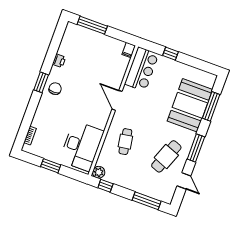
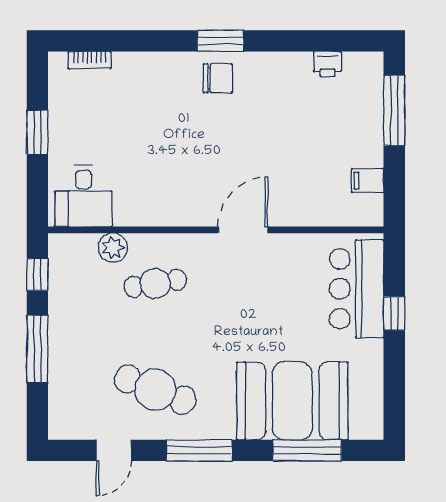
filing cabinet: (129, 50) -> (368, 181), moved
printer: (59, 61) -> (327, 64), moved
bar counter: (142, 69) -> (357, 289), moved, turned 90
desk: (82, 146) -> (83, 196), width x0.53, depth x0.77
plant: (99, 172) -> (113, 248), moved
window: (147, 201) -> (37, 349), moved

